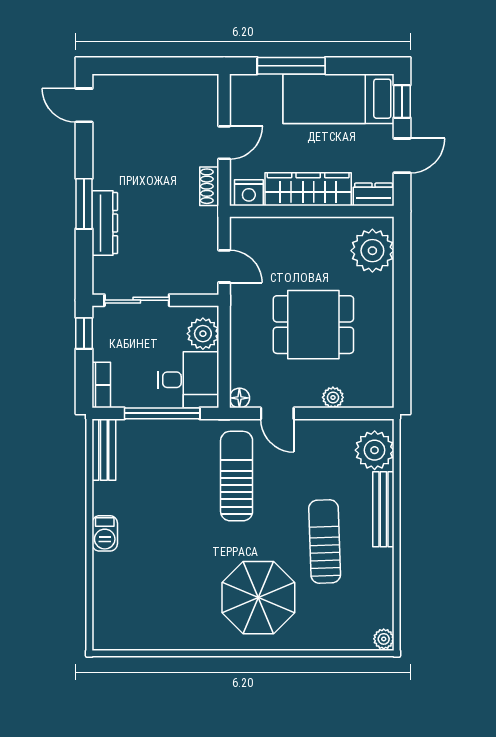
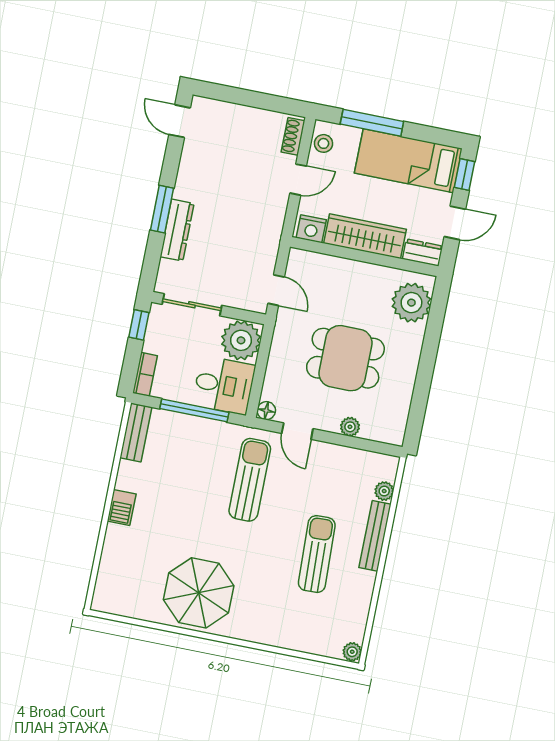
stool: (244, 98) -> (323, 143), added
shoe rack: (209, 186) -> (293, 136), moved
plant: (203, 334) -> (241, 340), width x1.36, depth x1.36
plant: (375, 450) -> (384, 491), width x0.53, depth x0.53
parasol: (258, 598) -> (199, 593), moved

